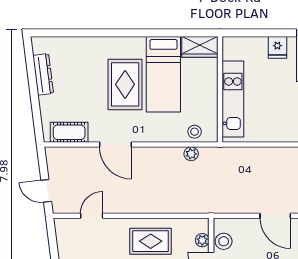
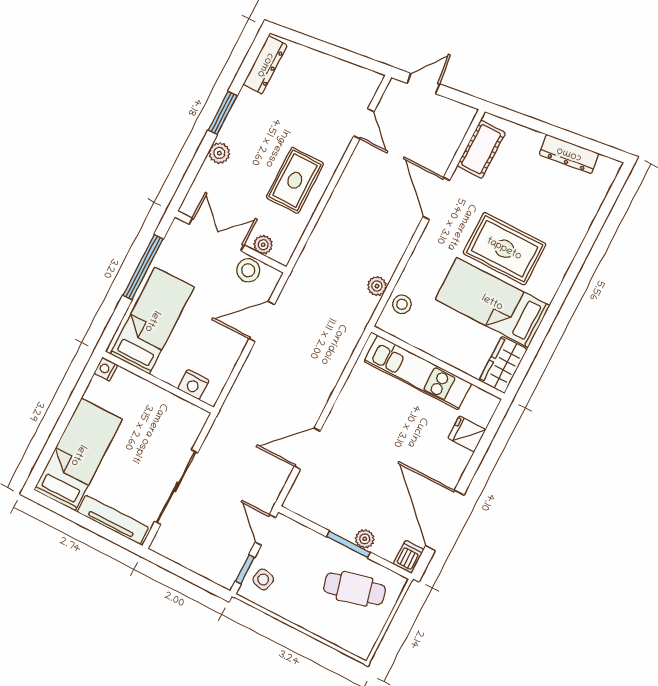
fridge: (277, 47) -> (467, 434), moved
door: (115, 145) -> (436, 198), hinge flipped
door: (275, 216) -> (262, 322), moved

